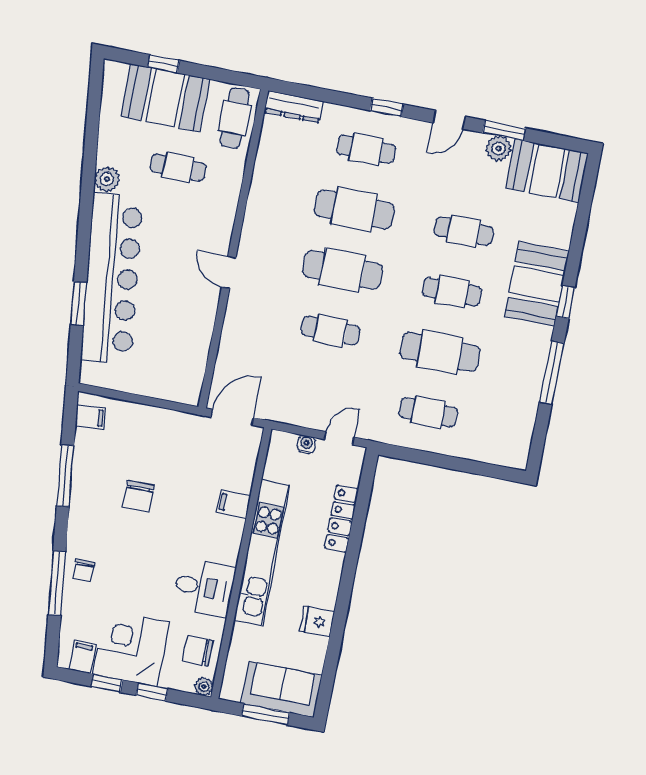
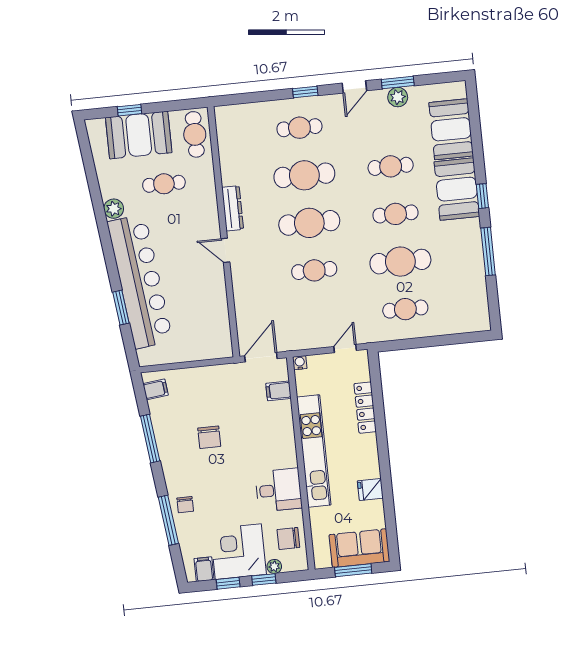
dresser: (294, 107) -> (233, 208), moved, turned -90
booth: (547, 171) -> (451, 129), moved, turned 90
water cooler: (306, 444) -> (300, 363), moved
filing cabinet: (234, 504) -> (278, 391), moved
plant: (204, 687) -> (274, 566), moved

